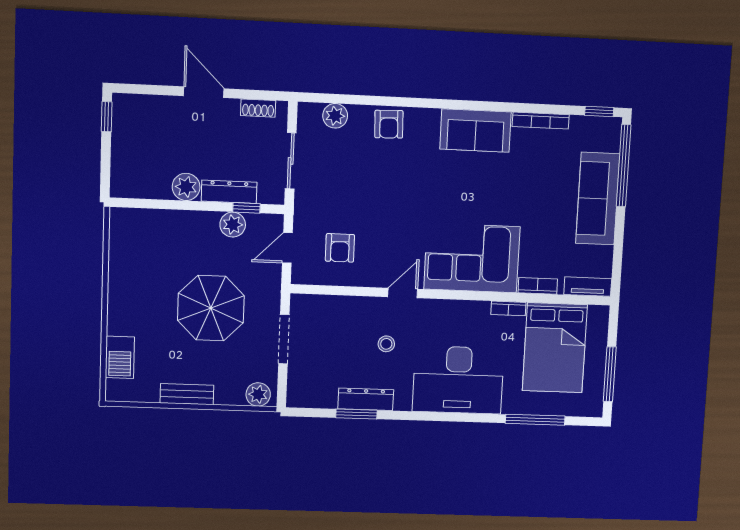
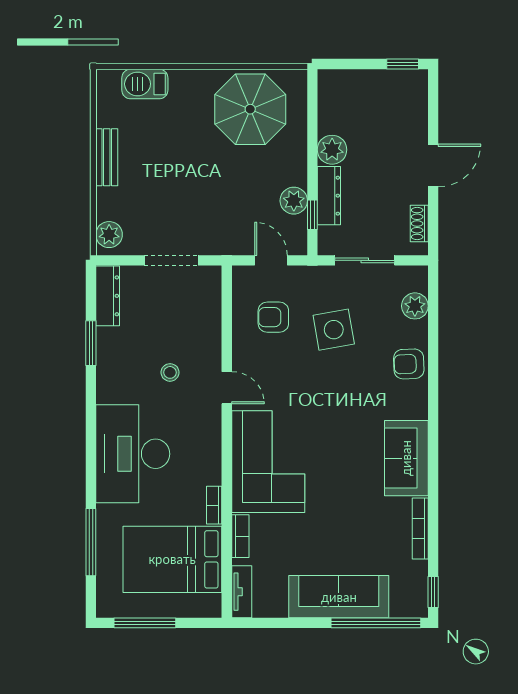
side table: (354, 193) -> (334, 330), added
parasol: (211, 308) -> (250, 109), moved
dresser: (366, 399) -> (108, 296), moved

